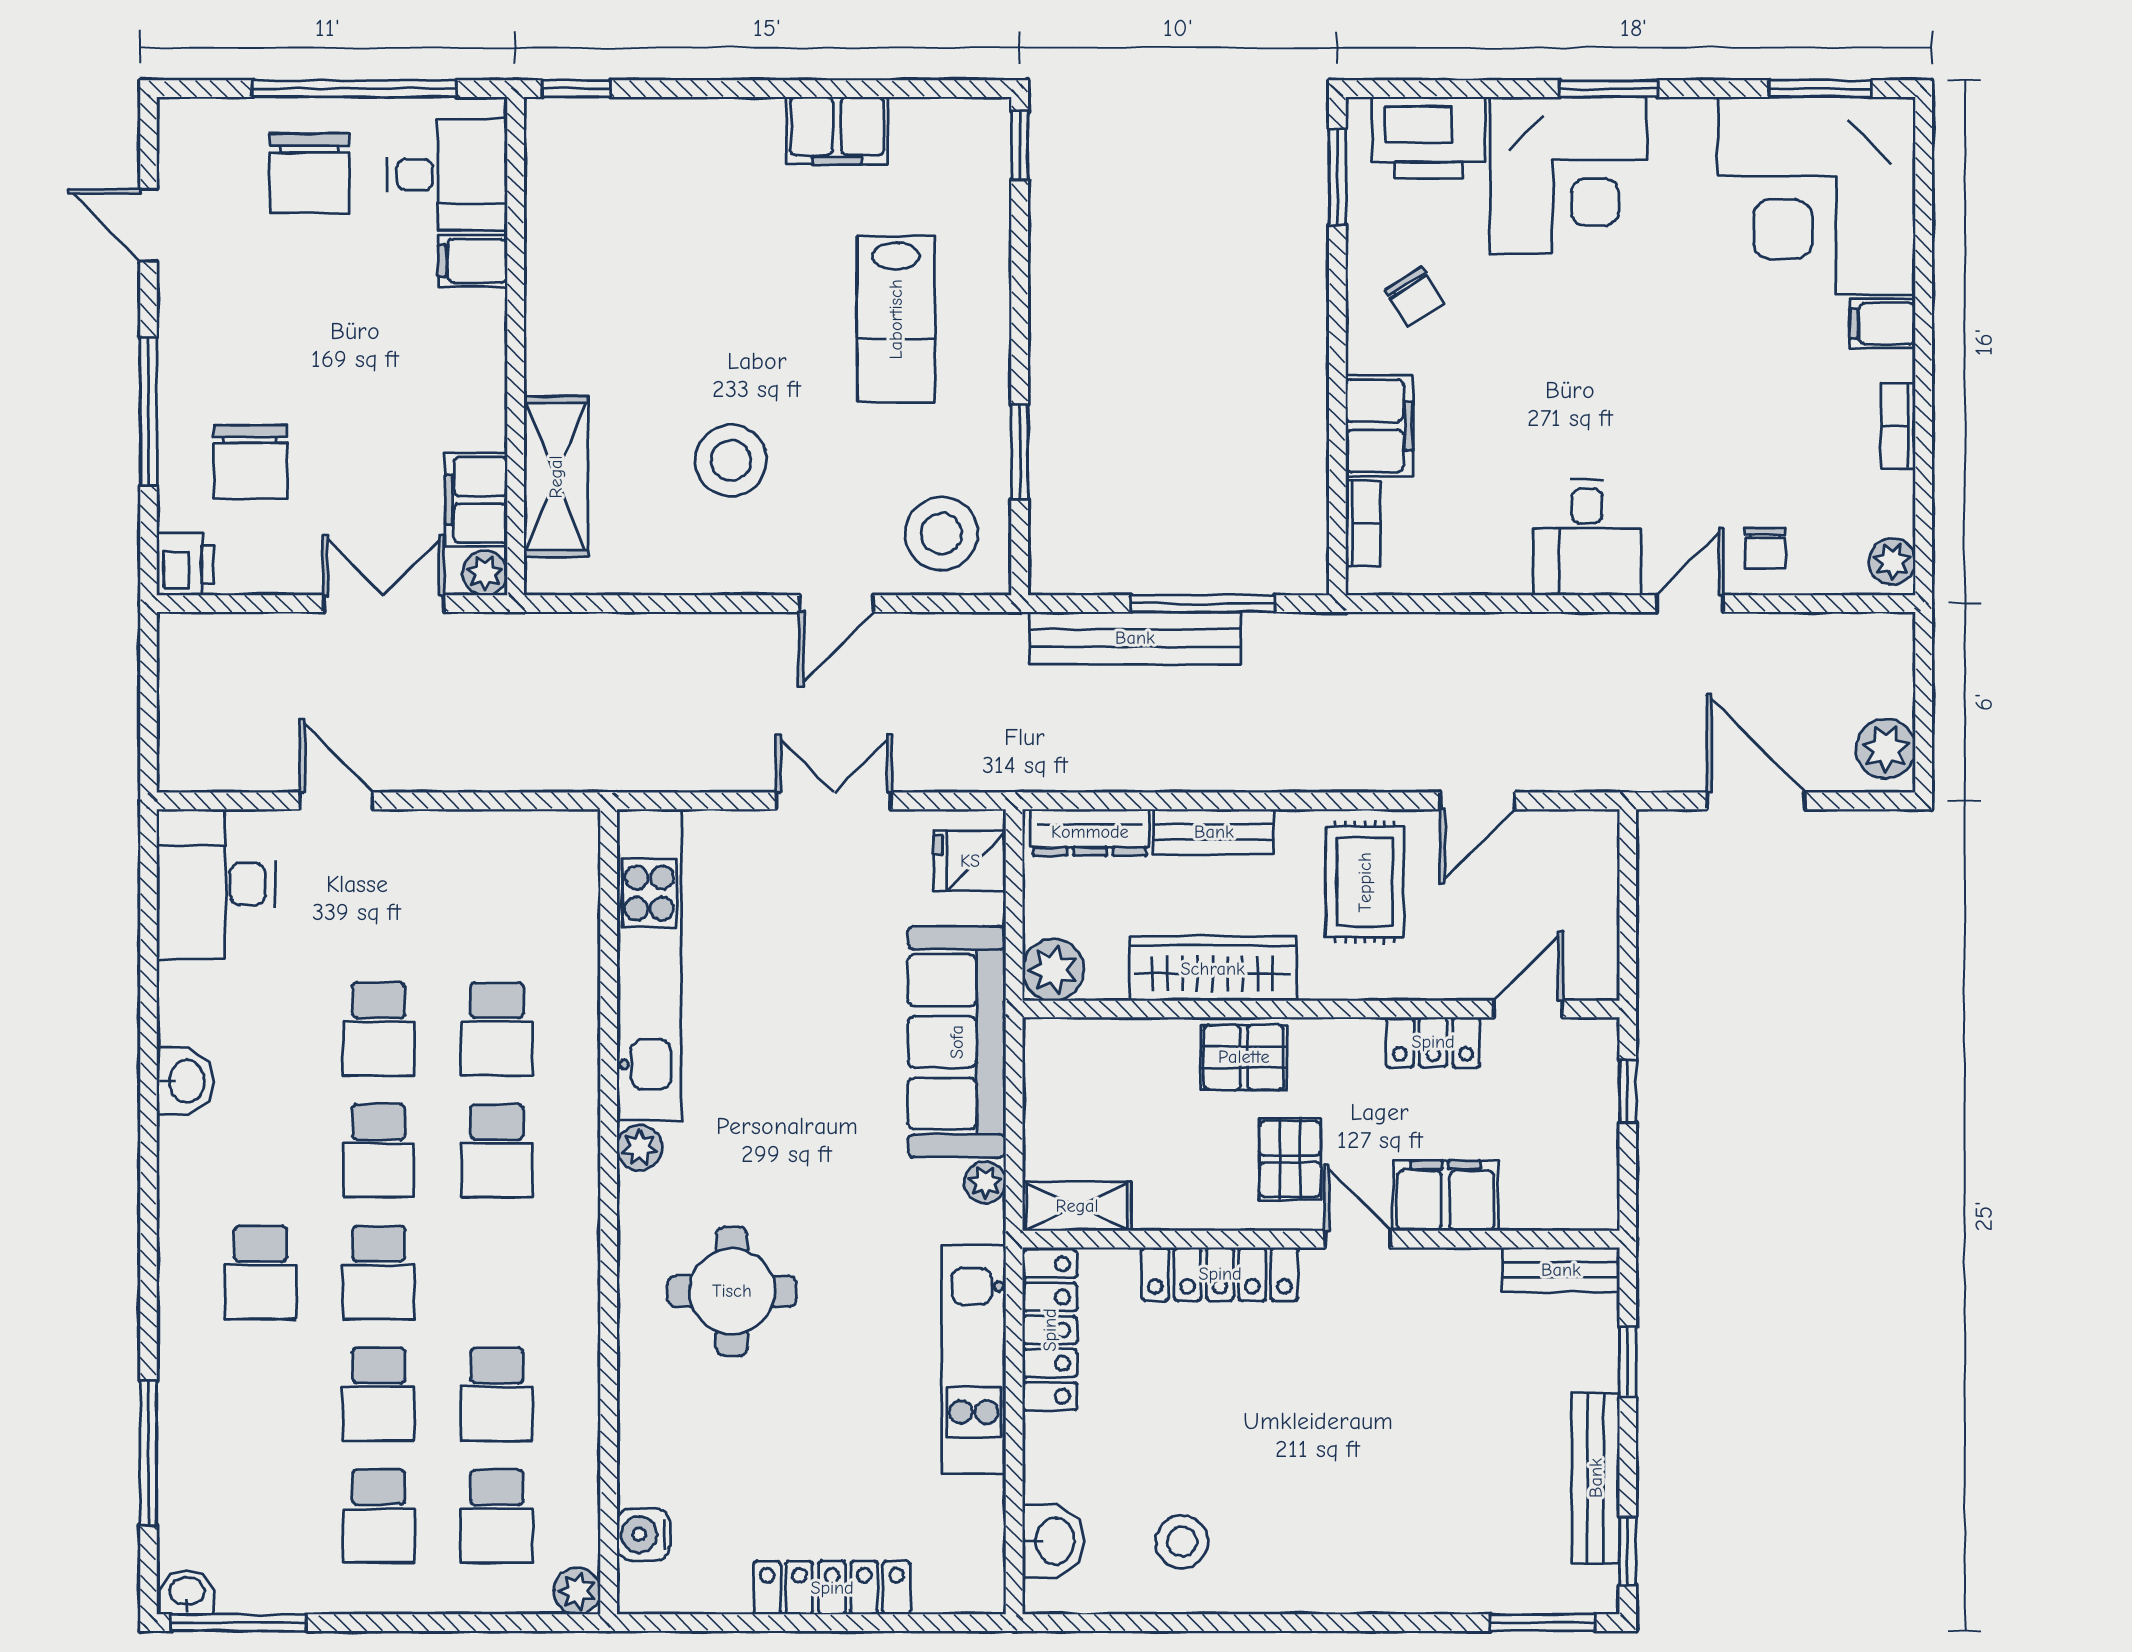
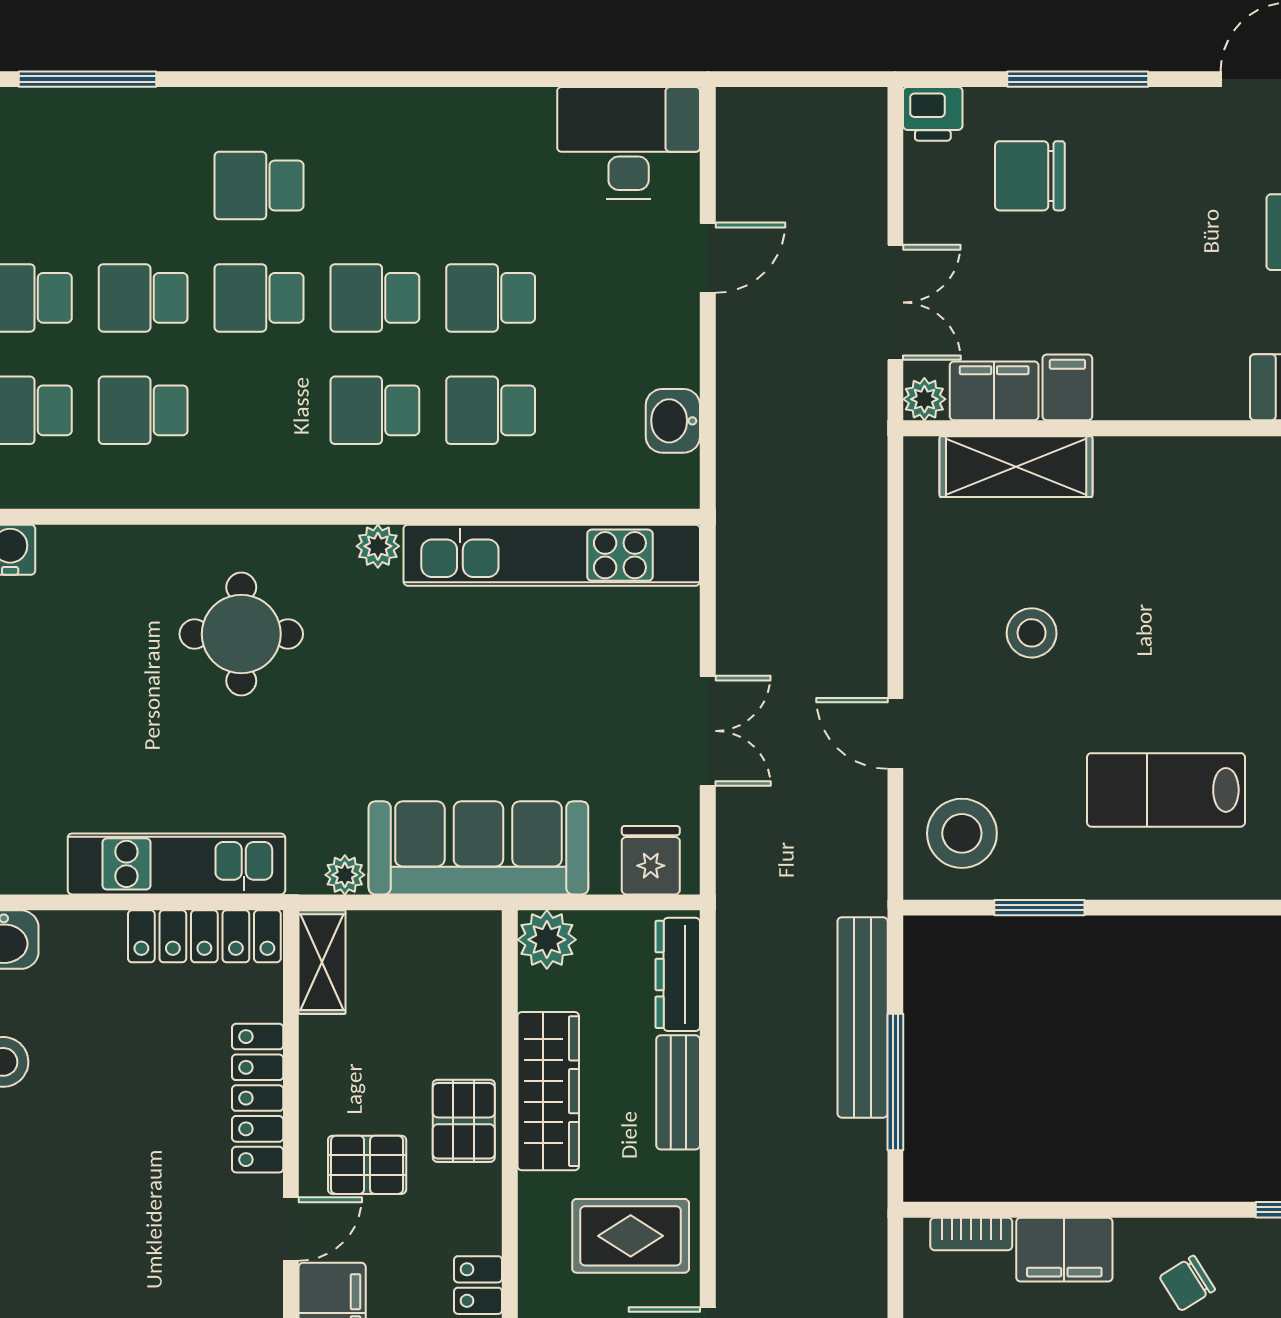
filing cabinet: (473, 261) -> (1067, 387), moved
stool: (731, 460) -> (1032, 633), width x0.73, depth x0.73
washbasin: (185, 1081) -> (673, 421), moved, turned 90

